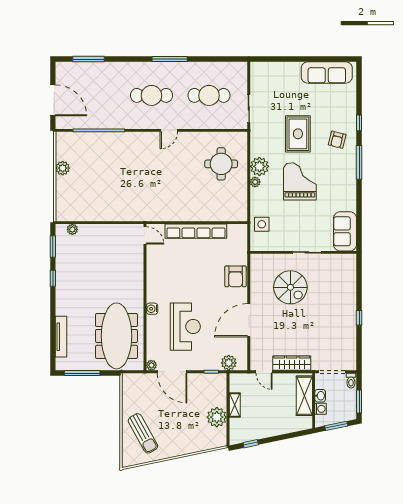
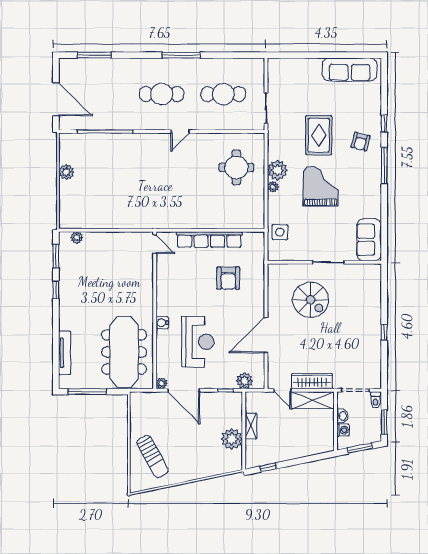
armchair: (236, 276) -> (228, 278), moved
shelving: (304, 396) -> (313, 400), moved, turned 90

